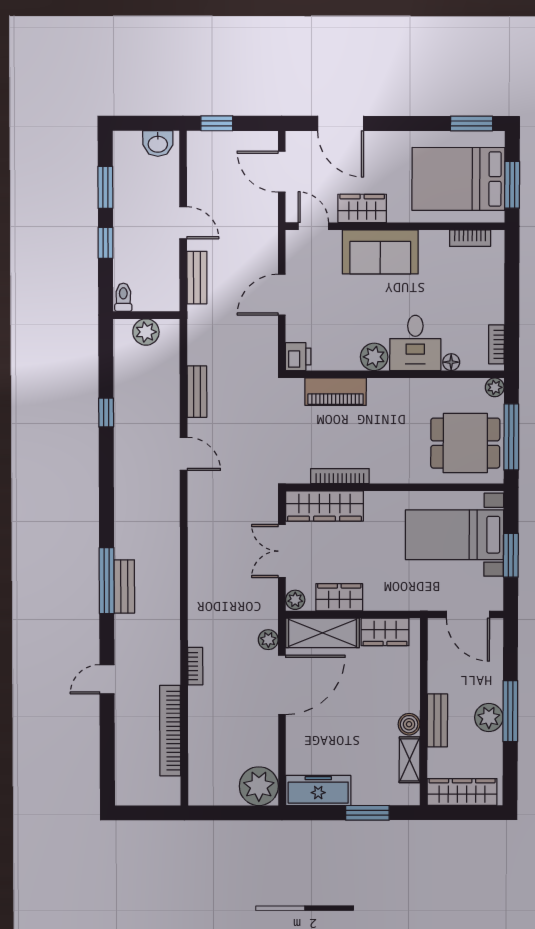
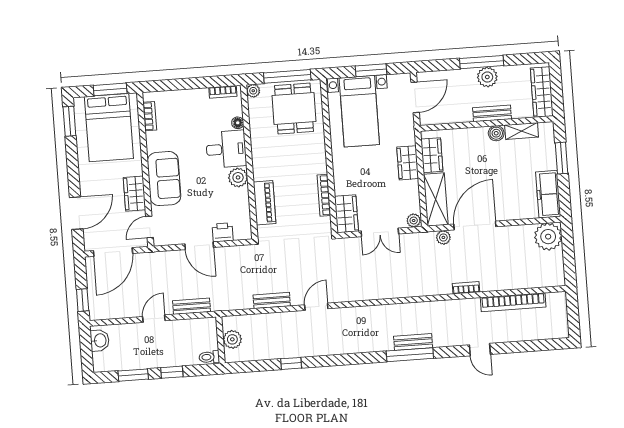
door: (282, 172) -> (113, 252), width x1.36
printer: (298, 357) -> (223, 232), moved
wardrobe: (324, 506) -> (346, 214), width x0.67
wardrobe: (339, 597) -> (408, 163), moved
door: (282, 685) -> (475, 225), hinge flipped

